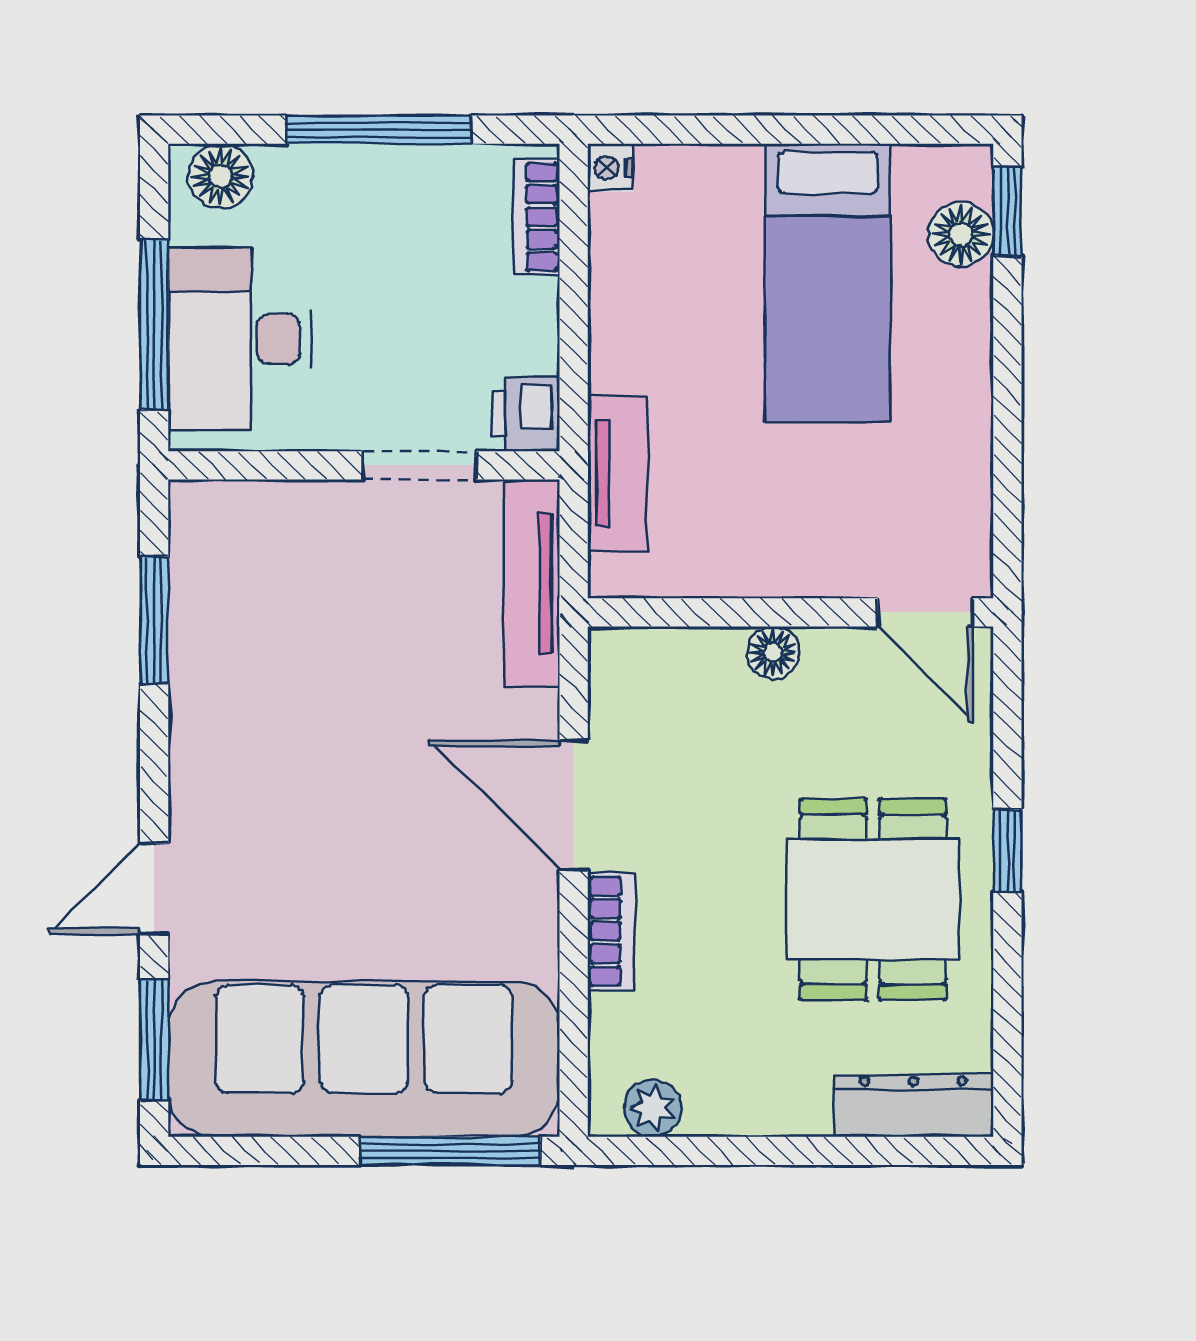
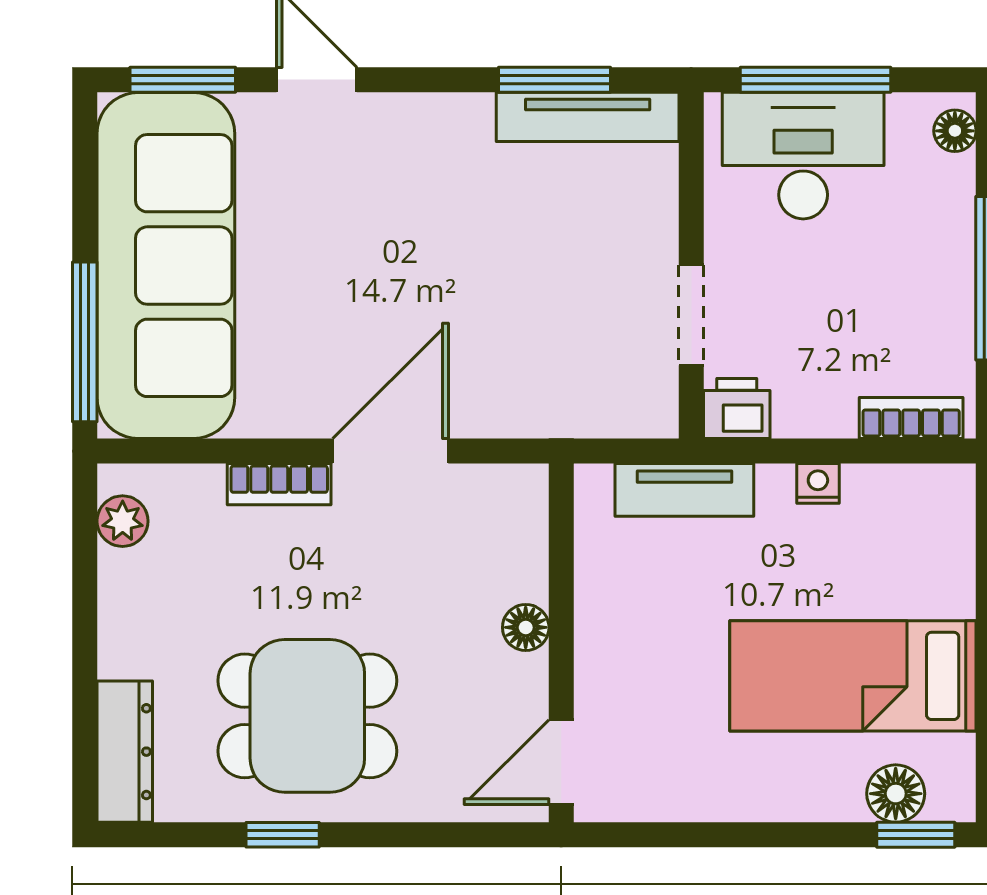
nightstand: (610, 168) -> (818, 483), moved
floor lamp: (220, 176) -> (955, 131), width x0.73, depth x0.73
tv unit: (532, 584) -> (588, 117), moved, turned 180
window: (1007, 851) -> (283, 835), moved

